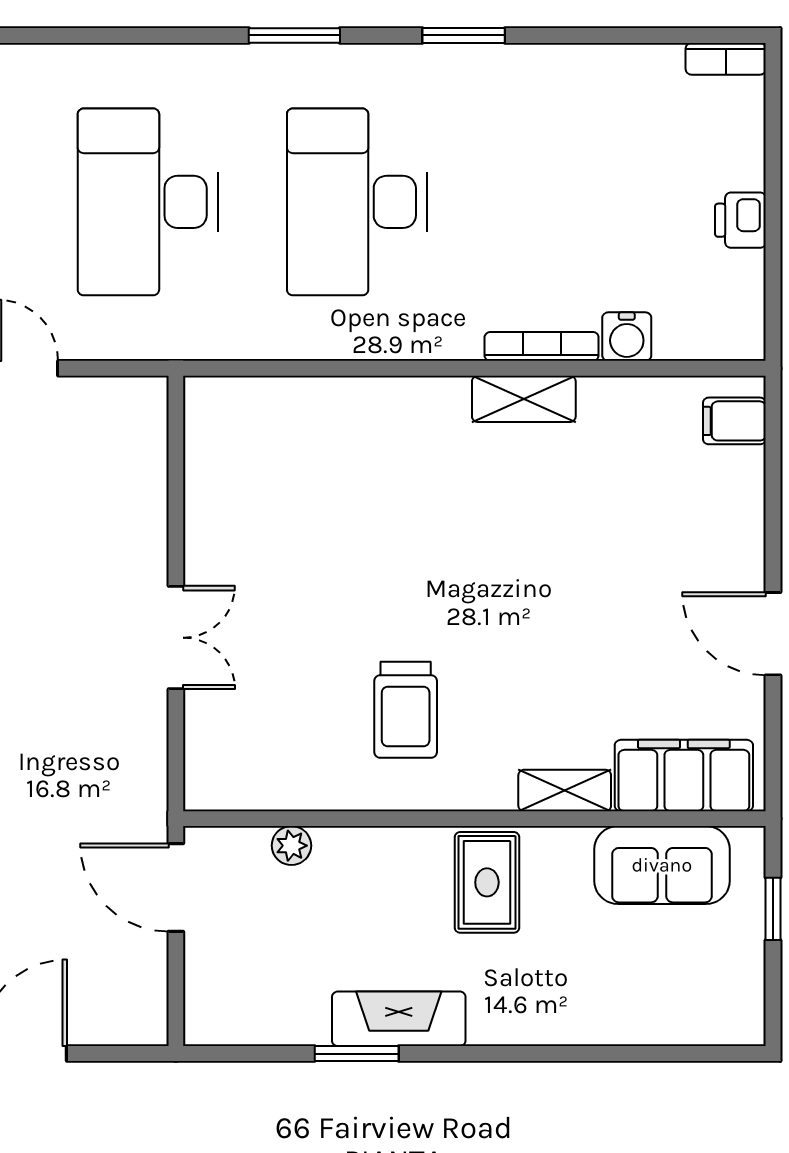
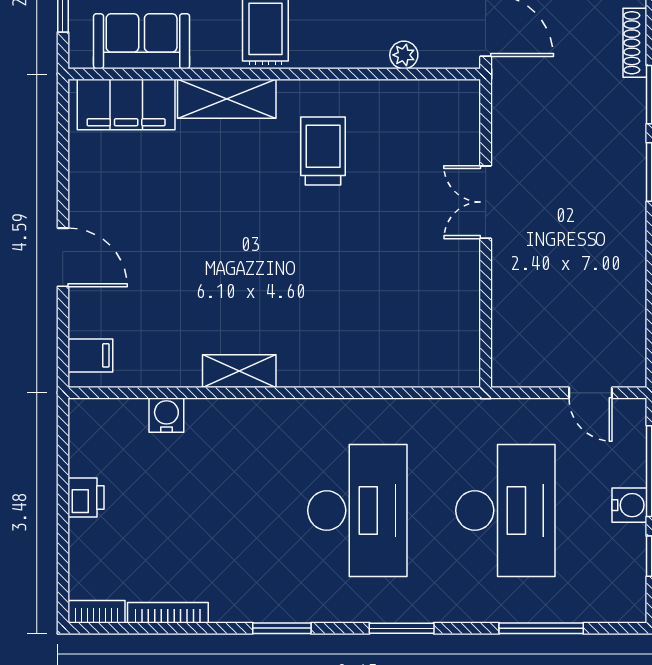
window: (97, 35) -> (541, 628), added
bookcase: (542, 346) -> (168, 613), moved, turned 180
door: (773, 634) -> (63, 257), moved
shelving: (565, 790) -> (227, 99), width x1.50, depth x1.33

